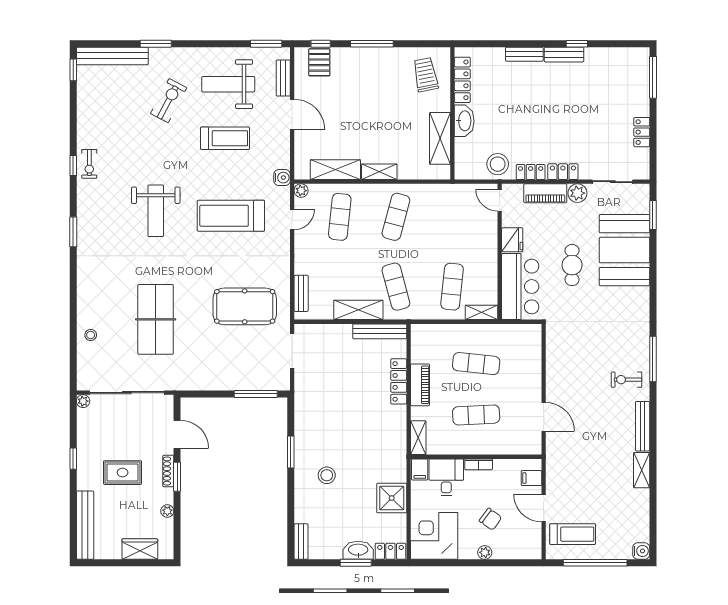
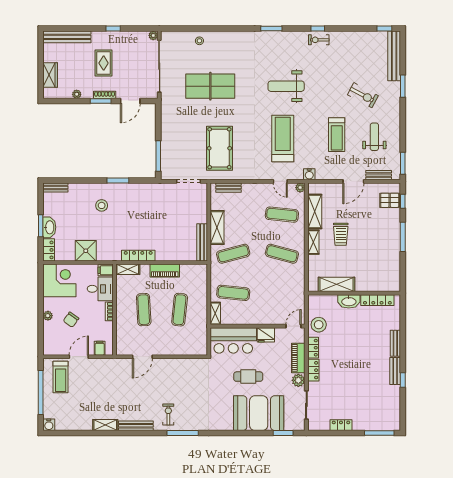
trolley: (426, 75) -> (341, 234), moved, turned 101
weight bench: (228, 84) -> (374, 137), width x0.73, depth x0.75
locker: (399, 381) -> (138, 256), moved

